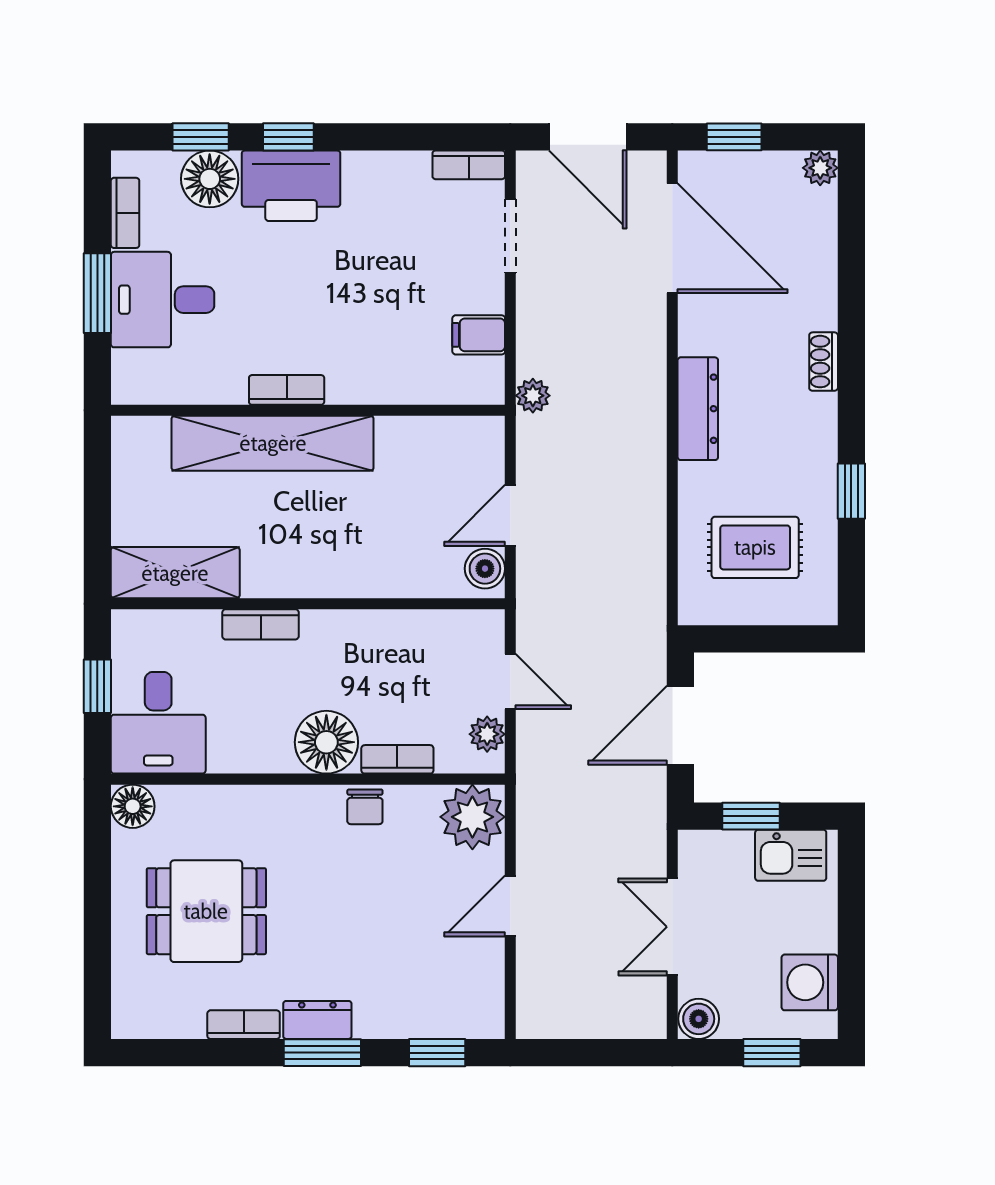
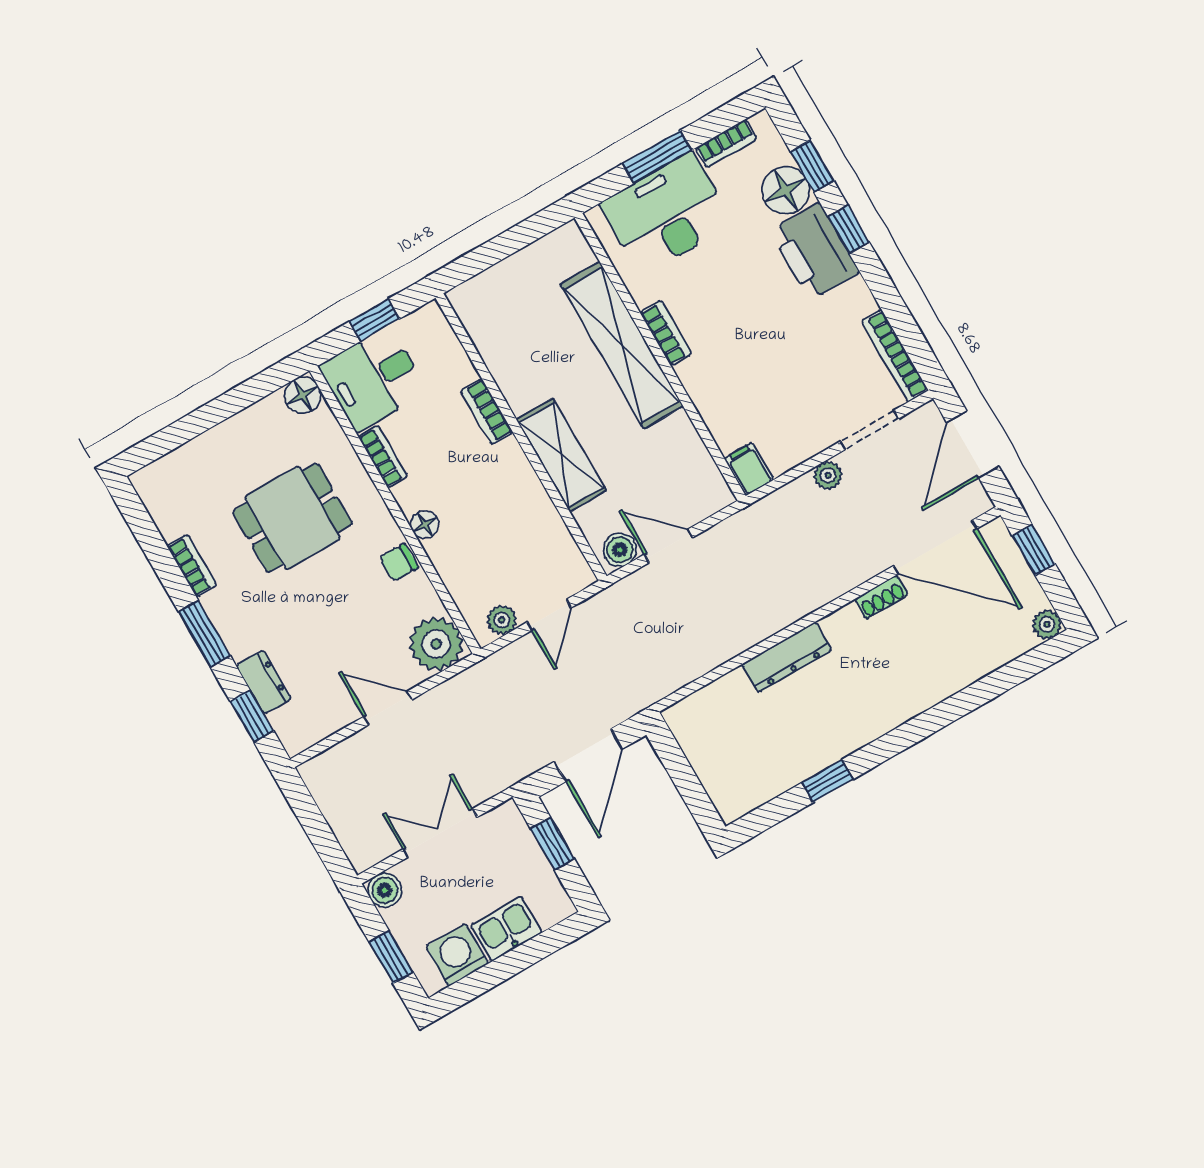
bookcase: (469, 165) -> (895, 356), width x1.56
door: (672, 238) -> (935, 547), hinge flipped
desk: (163, 300) -> (667, 214), width x1.37
filing cabinet: (479, 335) -> (749, 469), moved
shoe rack: (824, 362) -> (881, 597), moved, turned 180
plant: (533, 396) -> (828, 475), moved
dresser: (698, 409) -> (787, 657), moved
rug: (755, 547) -> (747, 735), removed
shelving: (175, 573) -> (561, 455), moved
door: (680, 725) -> (588, 755), swing flipped
floor lamp: (326, 742) -> (425, 525), width x0.53, depth x0.53
bookcase: (397, 759) -> (383, 457), moved
kitchen sink: (791, 855) -> (506, 929), moved, turned 90
dining table: (206, 911) -> (292, 518), moved, turned 90
dresser: (317, 1020) -> (264, 682), moved

